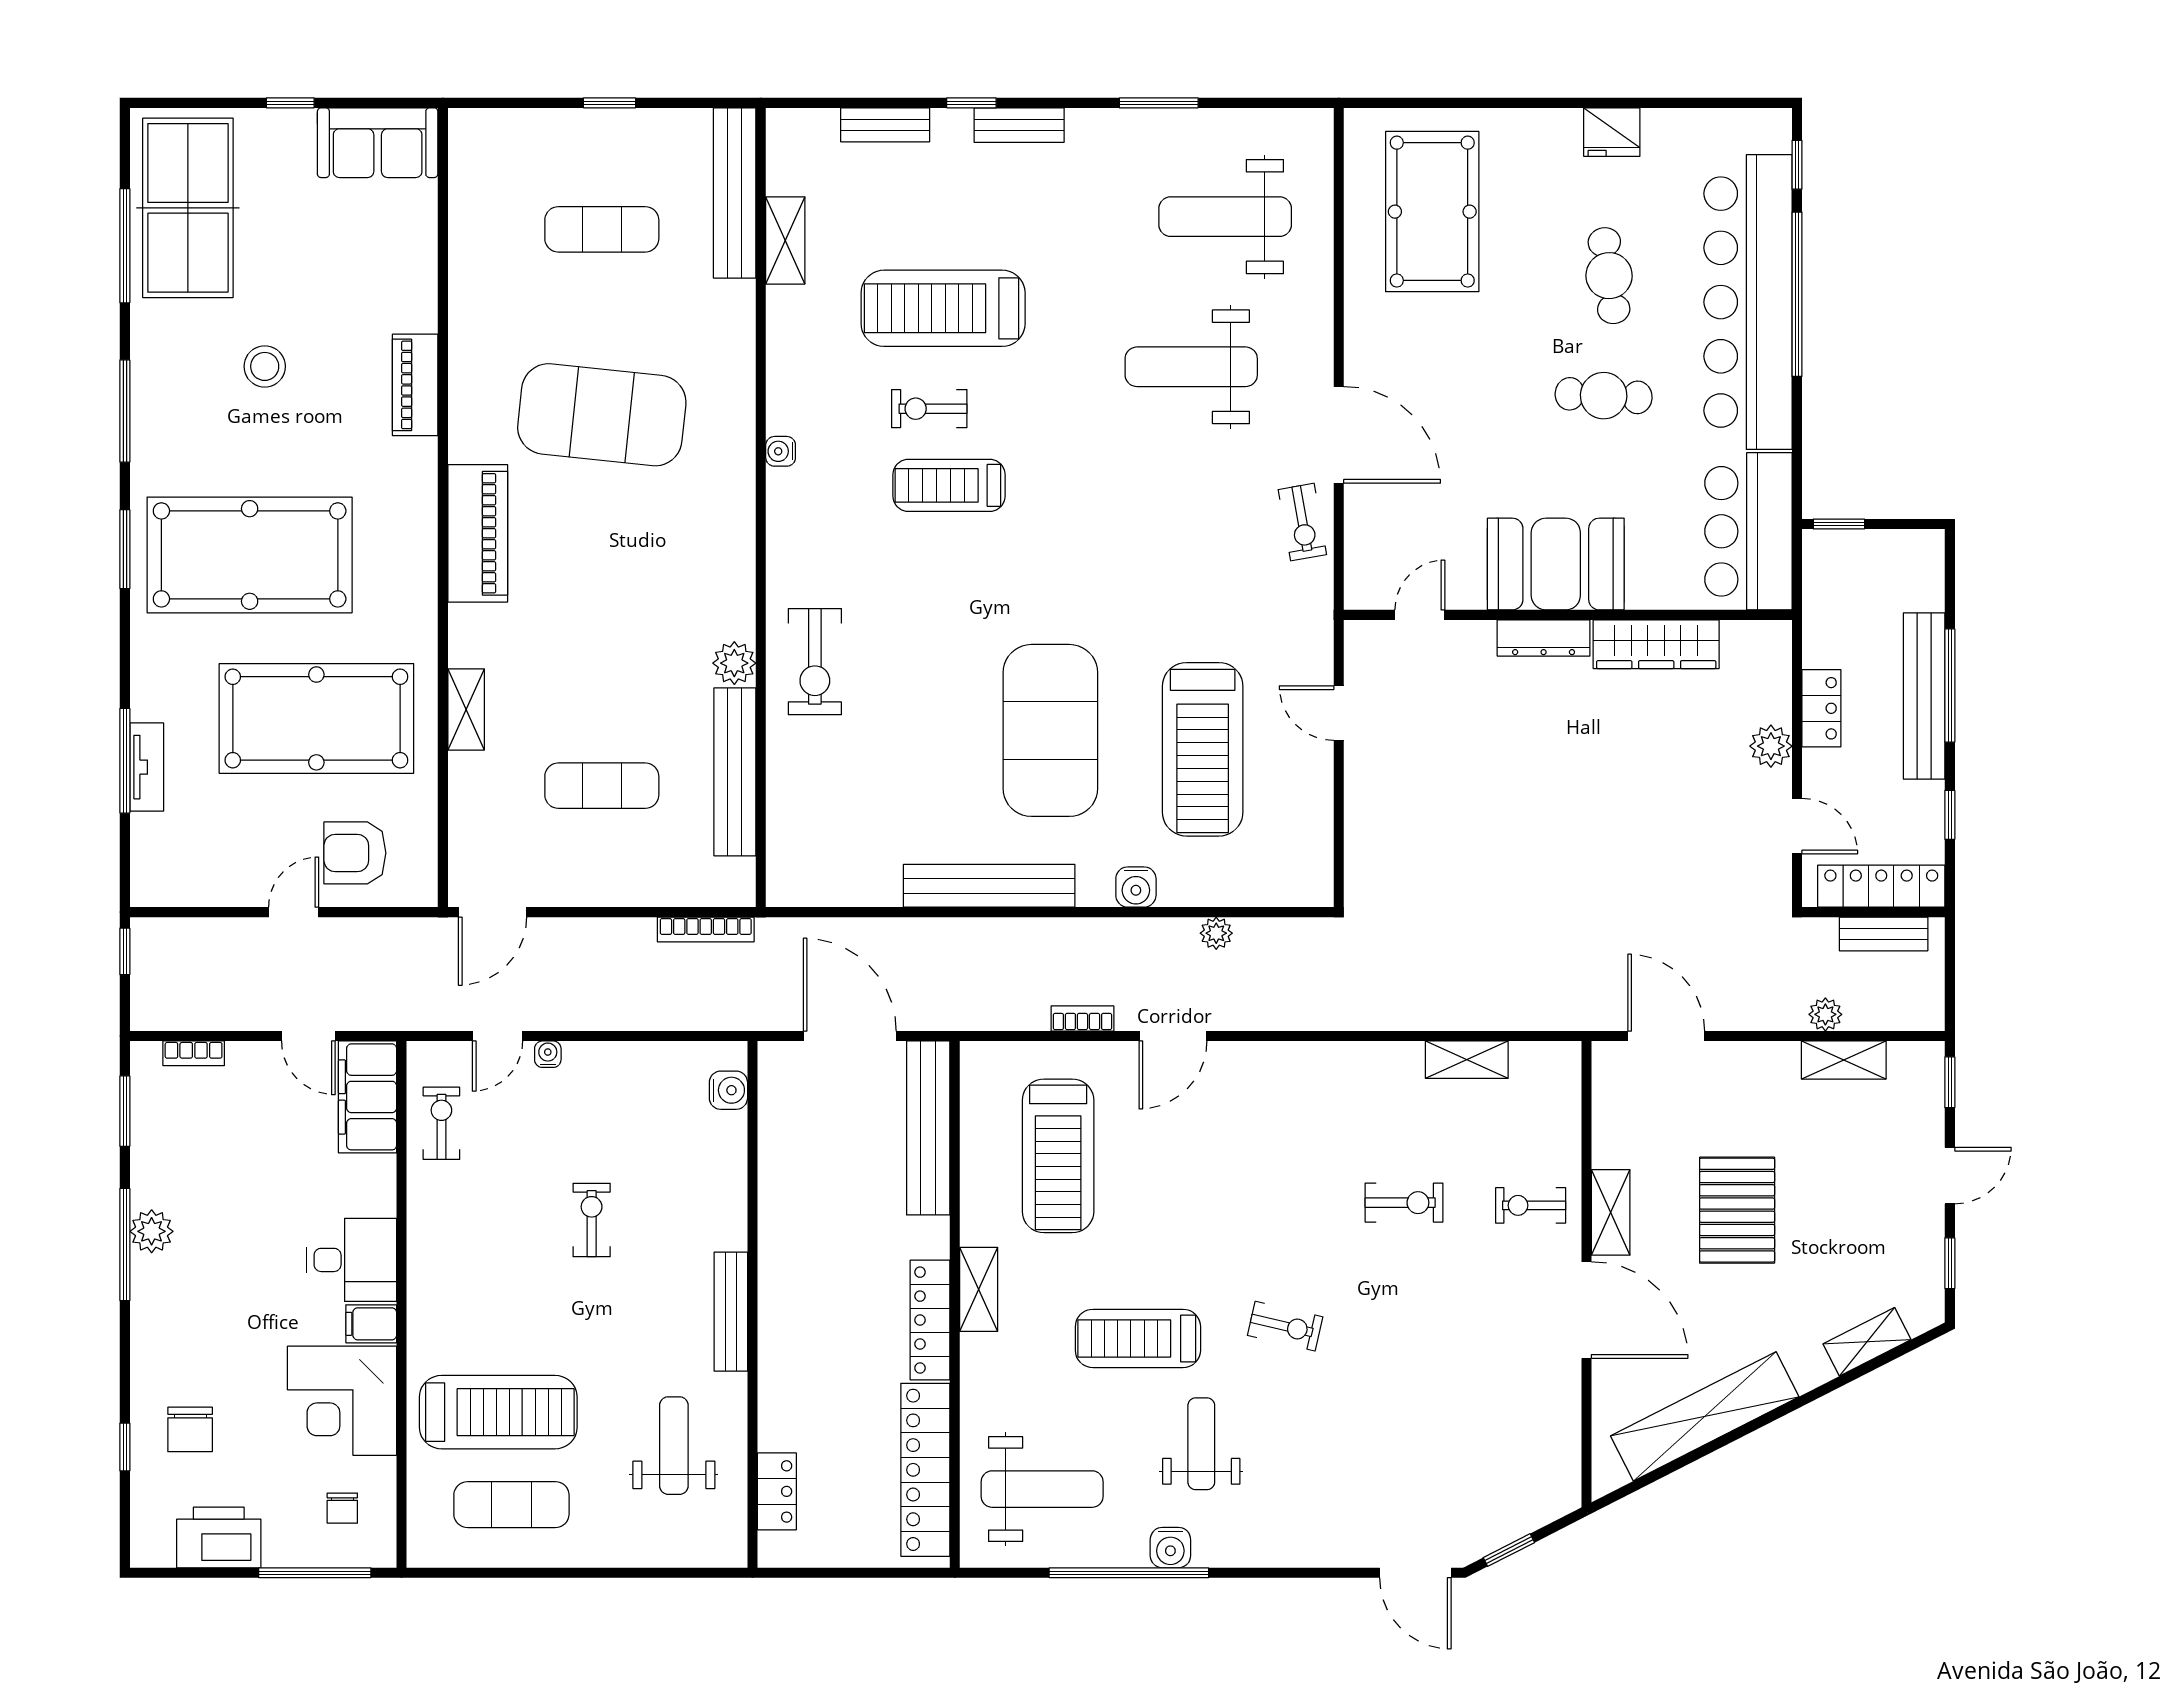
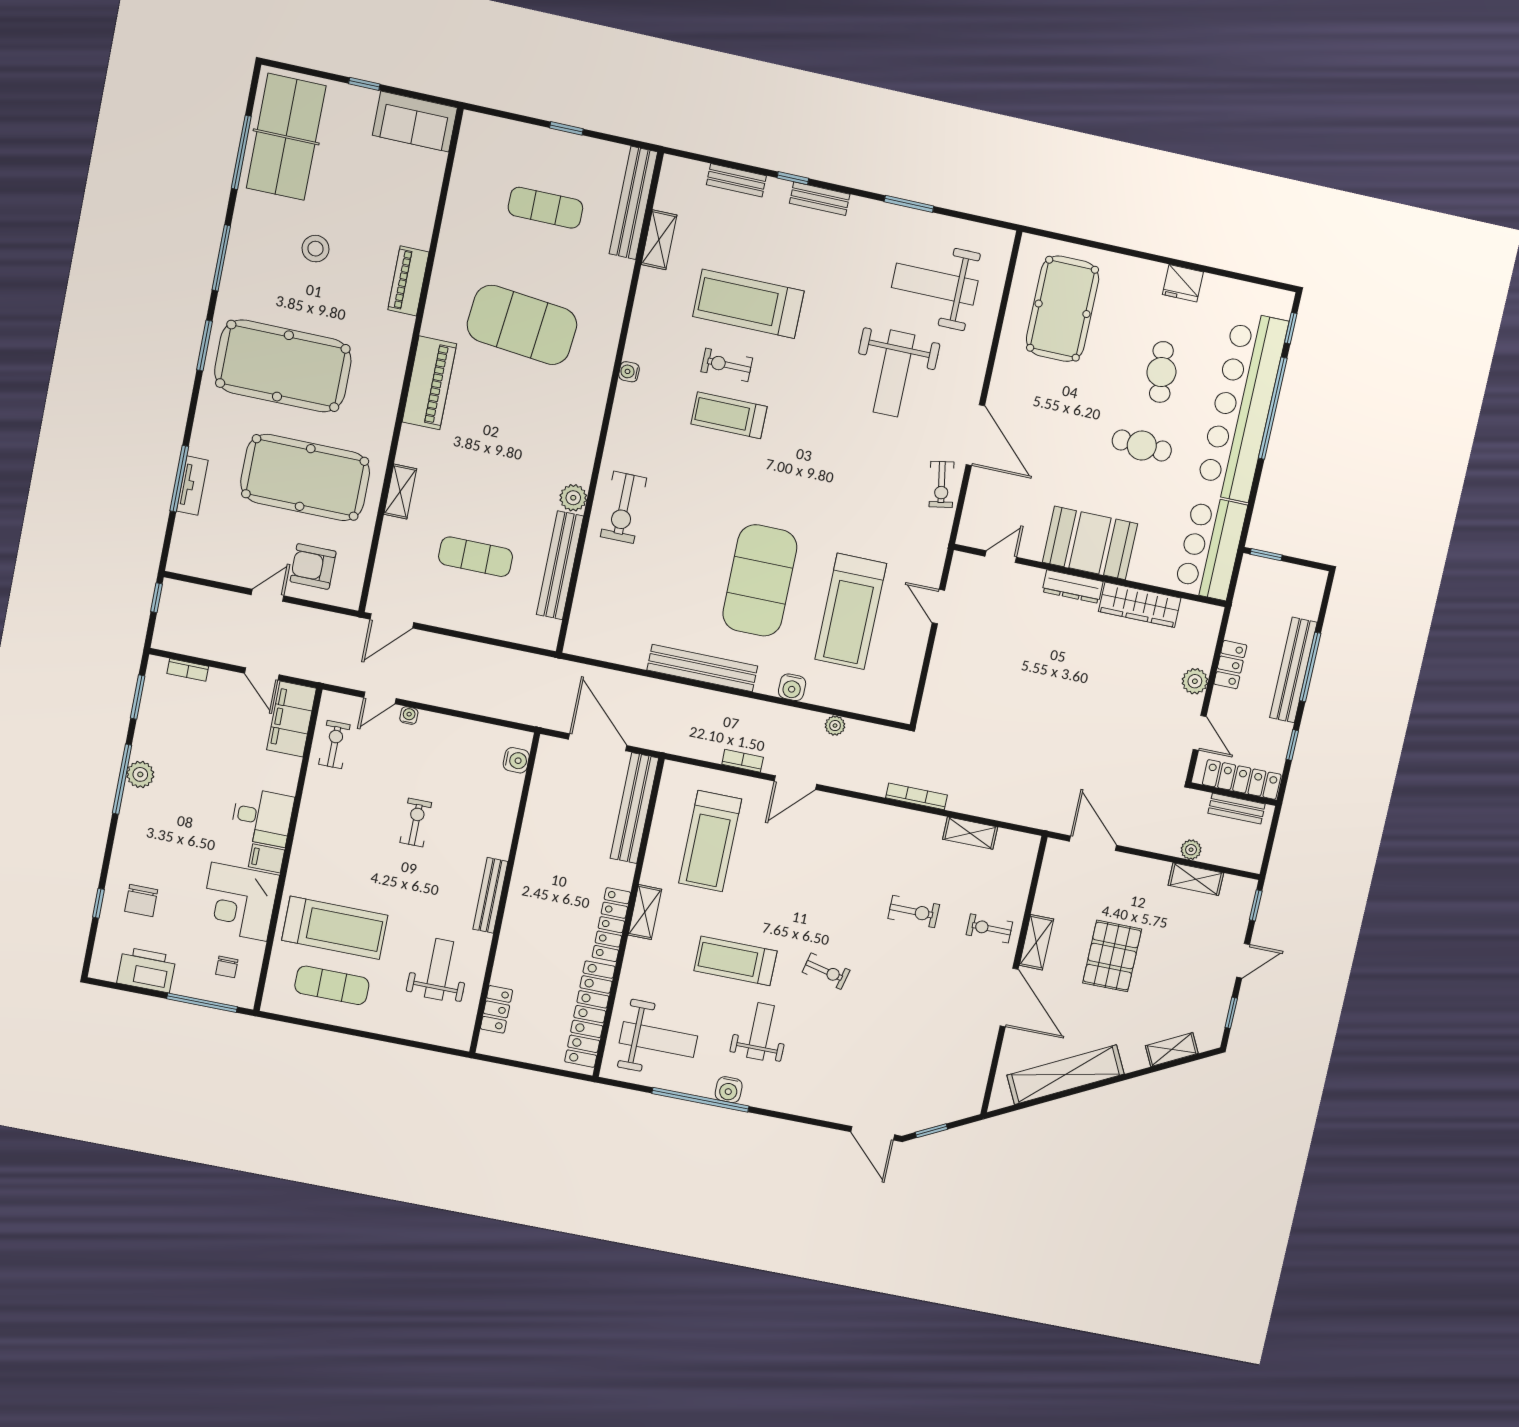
weight bench: (1191, 367) -> (894, 373), turned -90
bookcase: (706, 929) -> (916, 796), moved, turned 180

